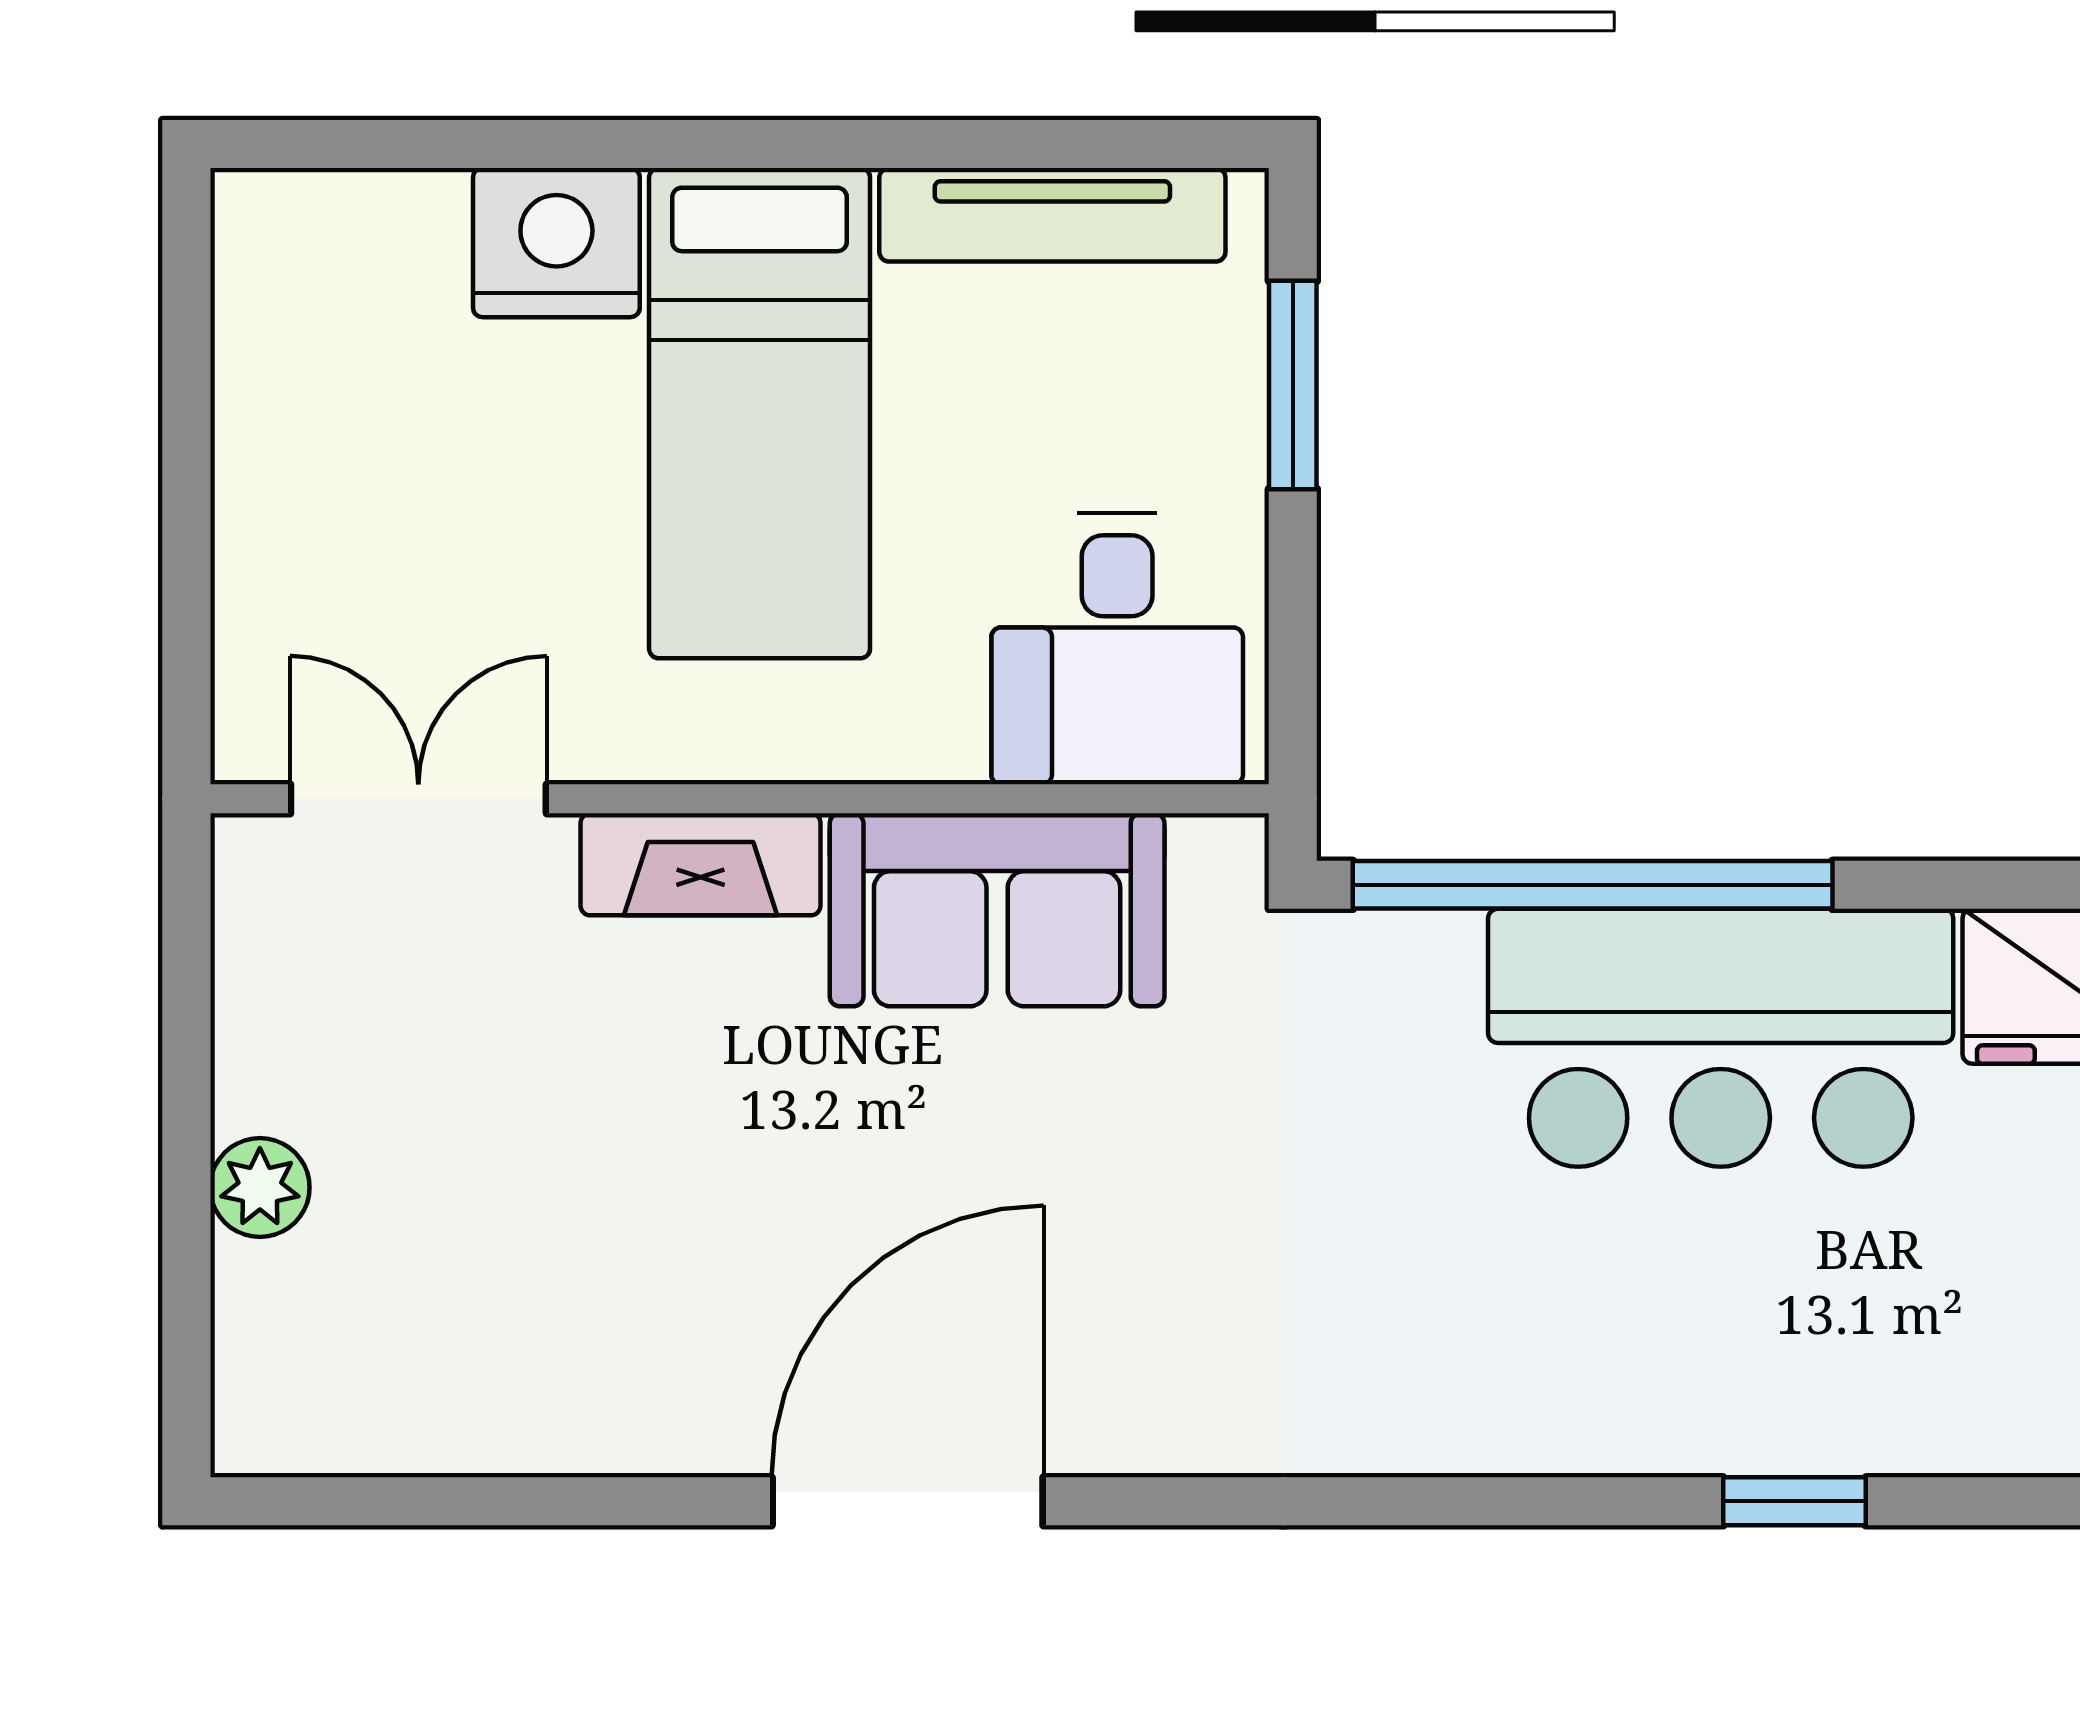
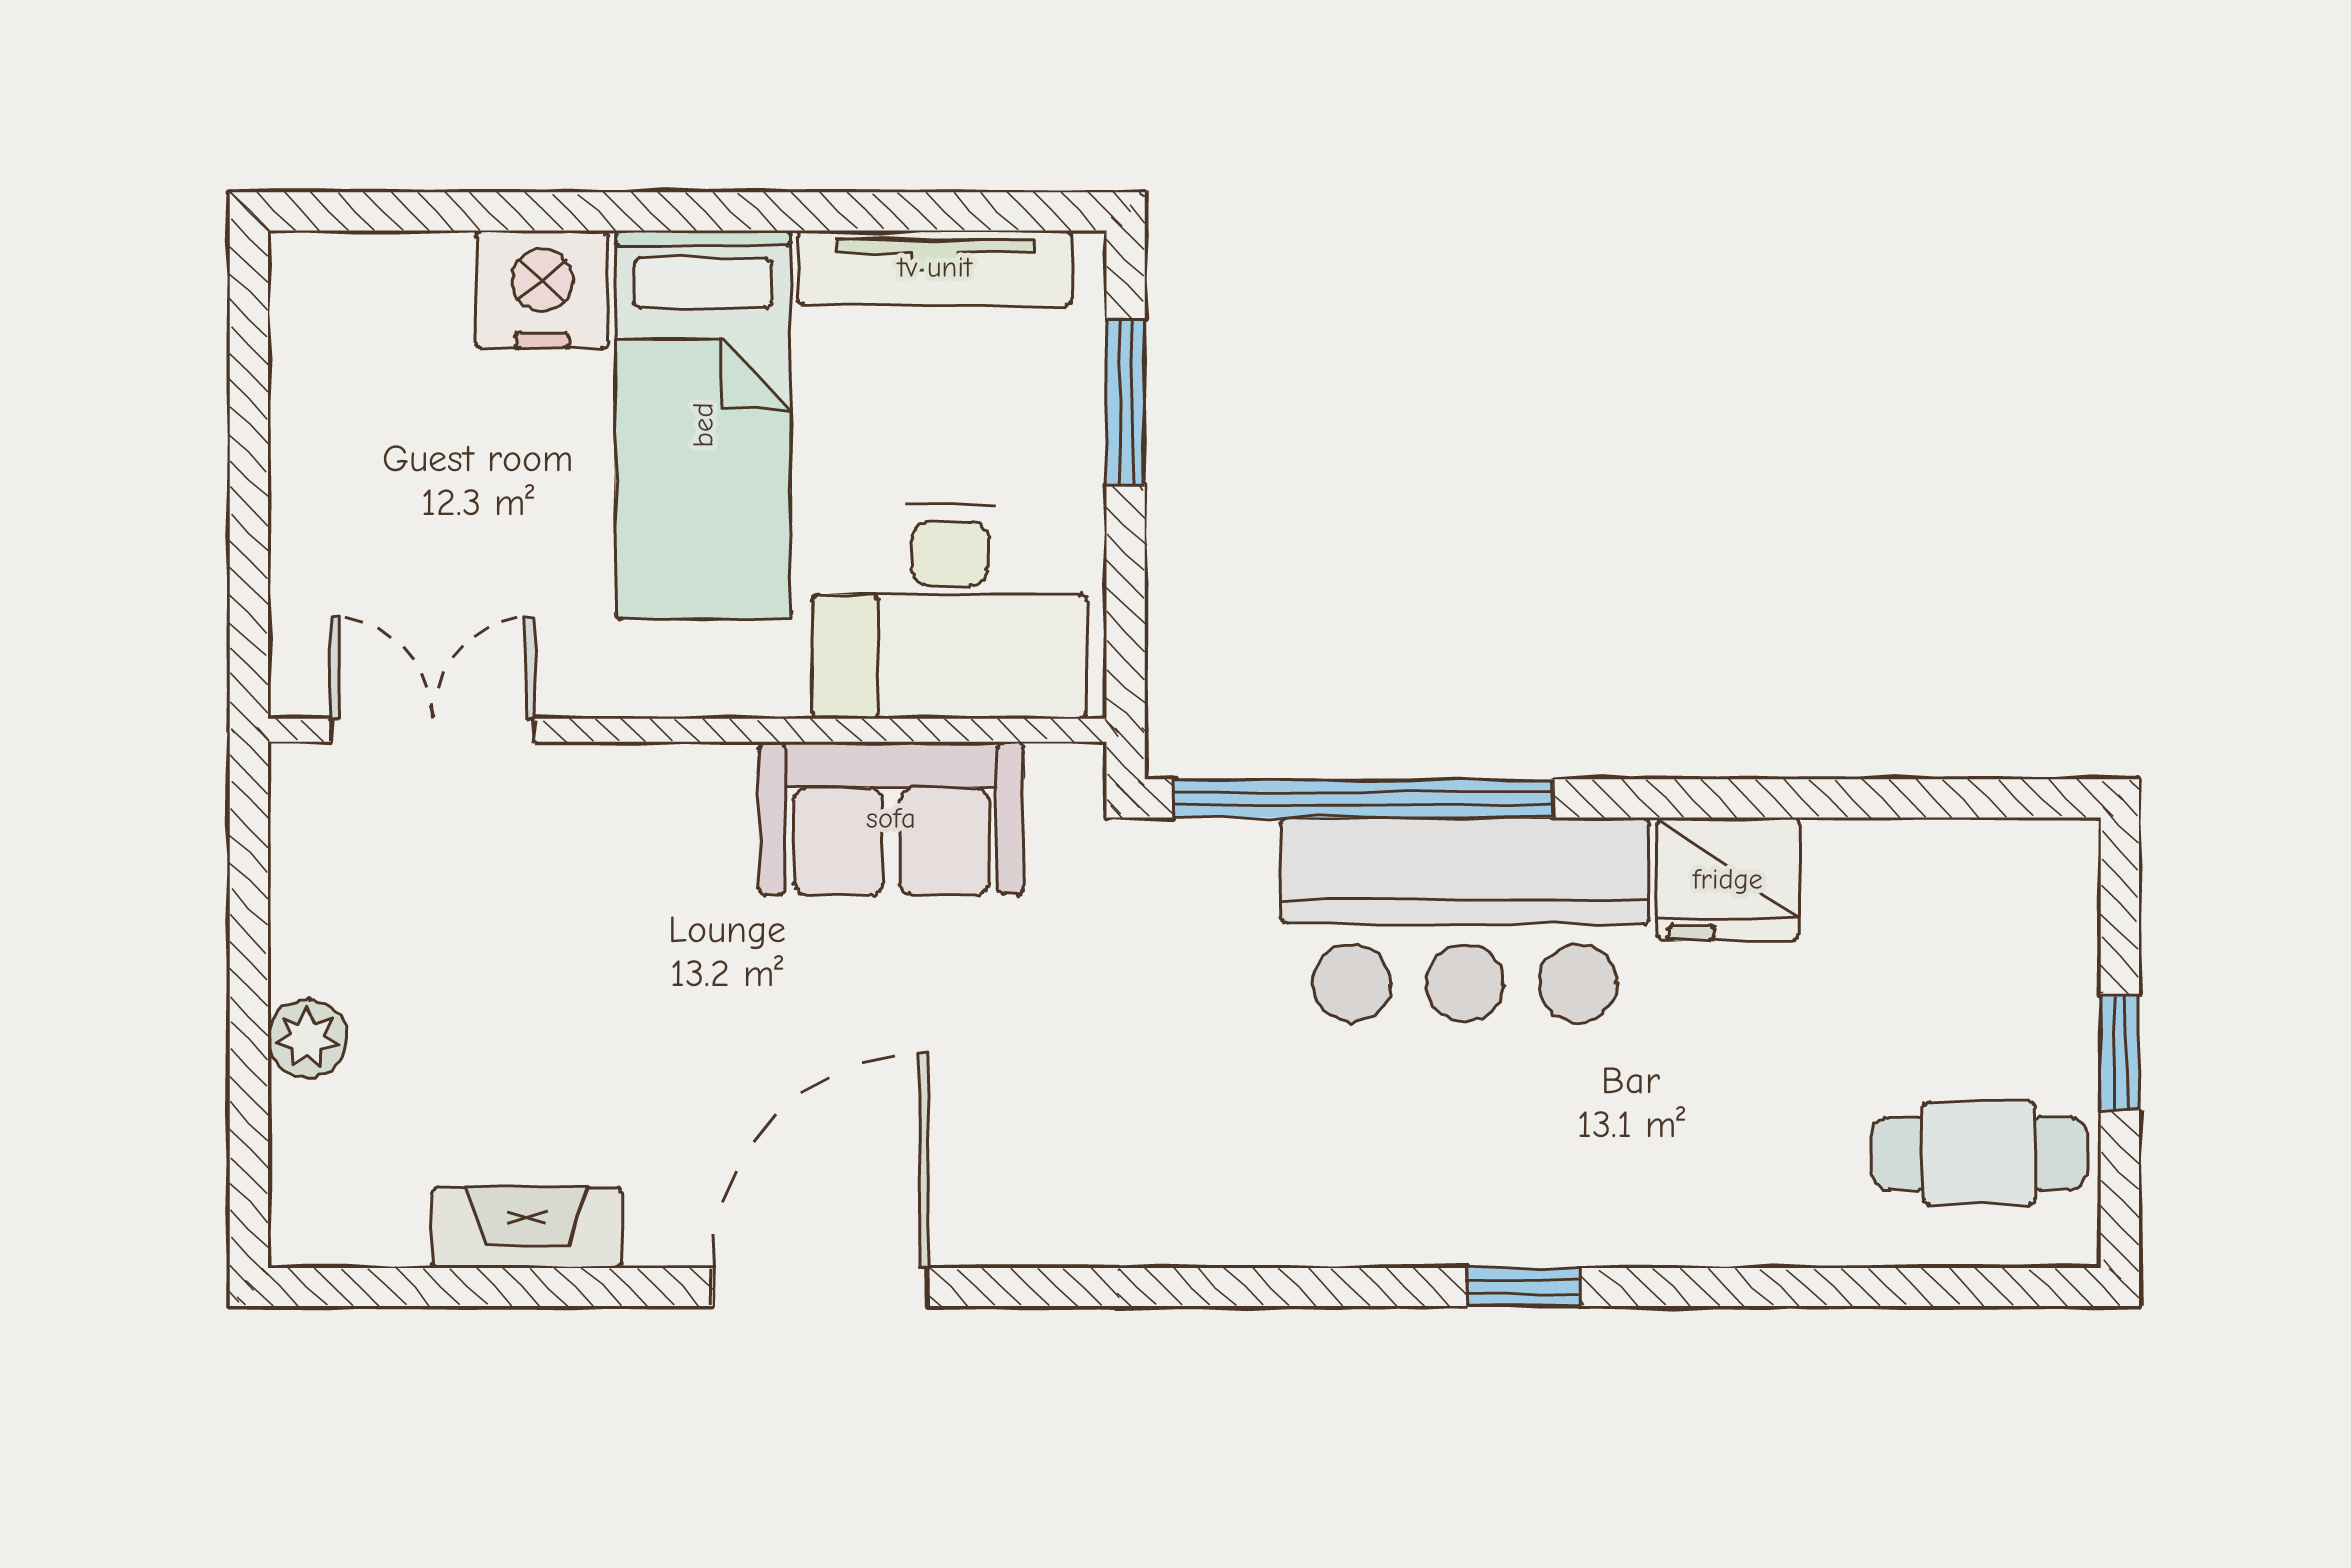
desk: (1117, 649) -> (949, 612), width x1.37
fireplace: (701, 864) -> (527, 1228), moved, turned 180

